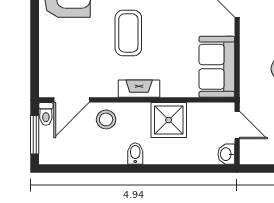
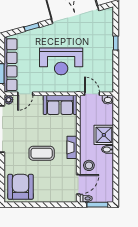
door: (72, 100) -> (78, 184), hinge flipped
shower: (169, 120) -> (104, 135), moved
door: (237, 125) -> (92, 94), hinge flipped

